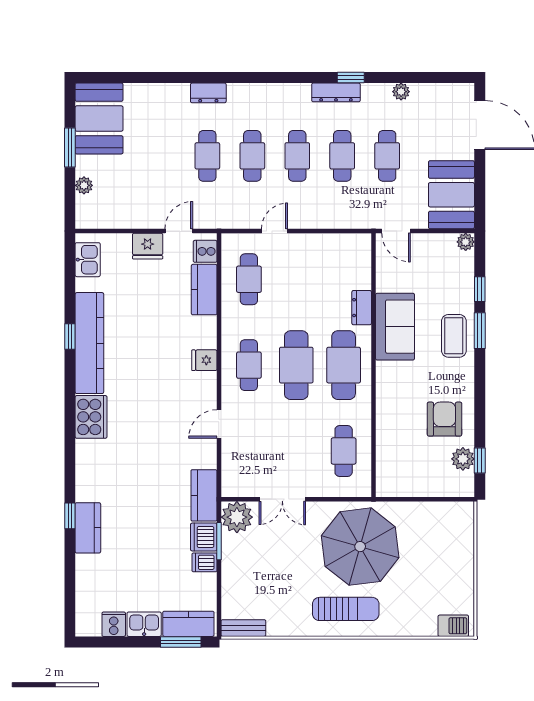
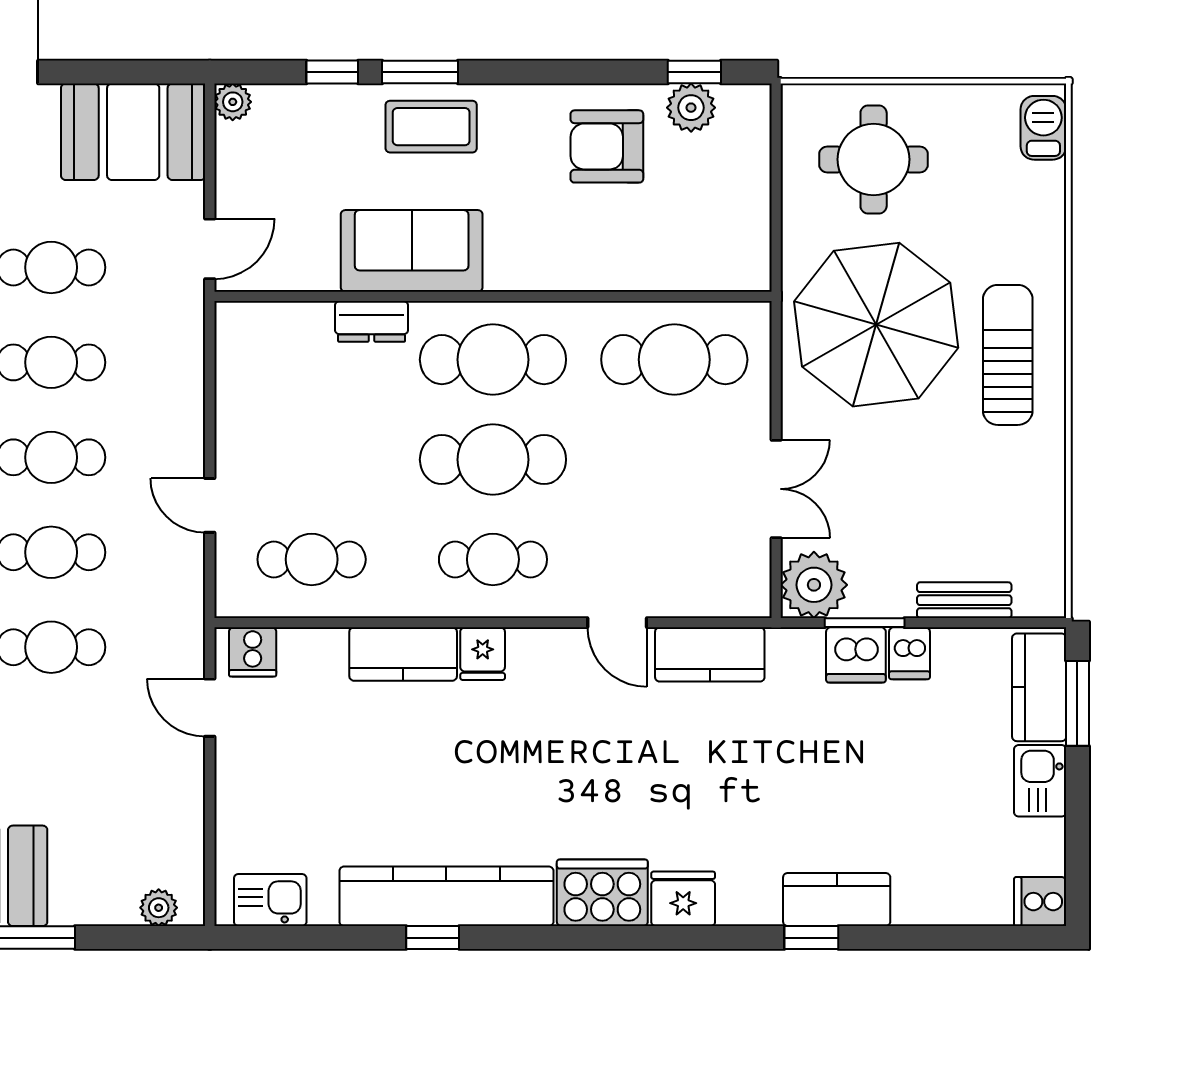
plant: (84, 185) -> (159, 908), moved
fridge: (148, 246) -> (683, 899), moved, turned -90
kitchen counter: (204, 290) -> (403, 654), moved
cafe table: (344, 451) -> (674, 360), width x1.37, depth x1.35
kitchen counter: (204, 495) -> (710, 654), moved
round table: (438, 545) -> (874, 159), added
cooker: (114, 624) -> (1040, 902), moved
bench: (243, 628) -> (964, 600), moved, turned 90

